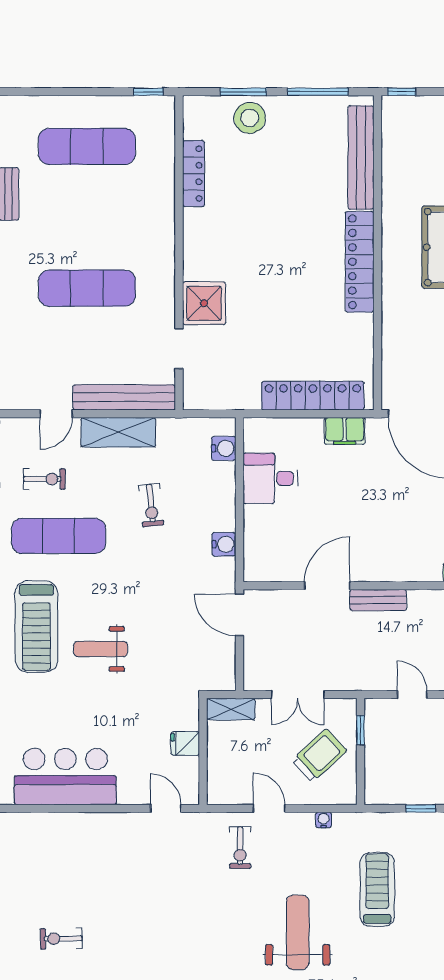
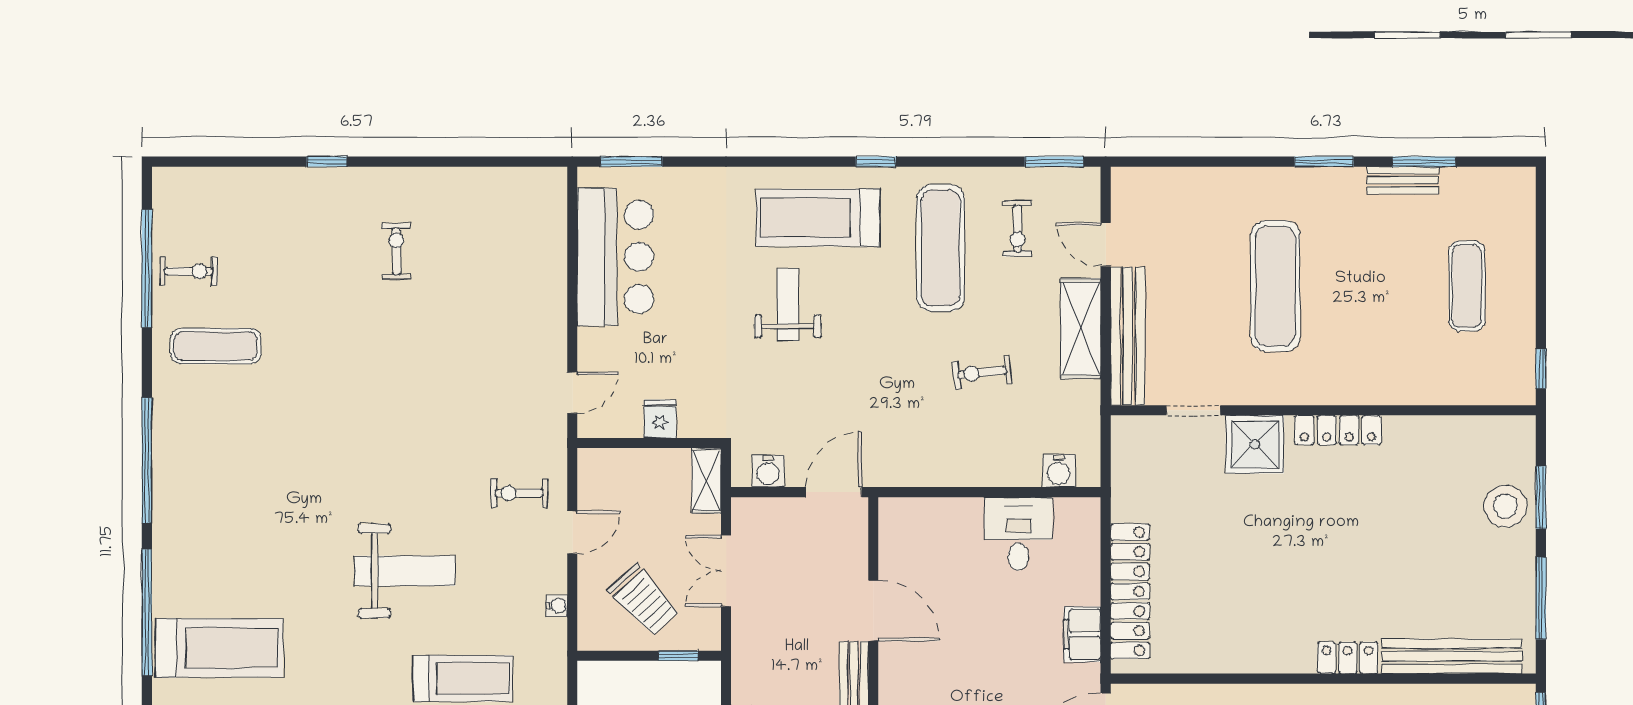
exercise mat: (87, 146) -> (1467, 286), width x0.73, depth x0.69
locker: (193, 174) -> (1338, 430), moved
locker: (360, 262) -> (1348, 658), width x0.46, depth x0.83
water cooler: (224, 544) -> (768, 471), moved

